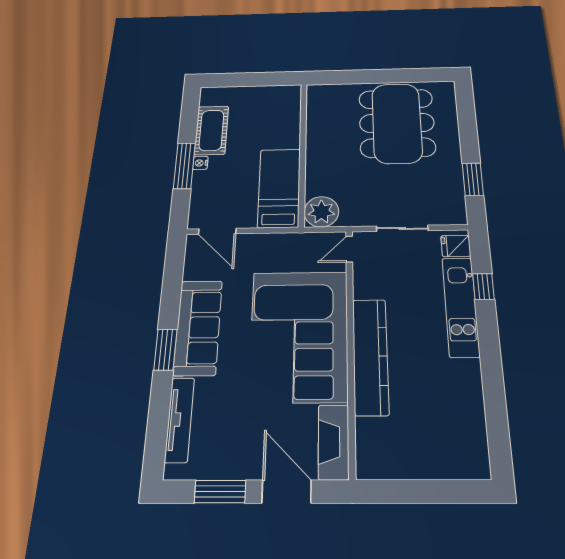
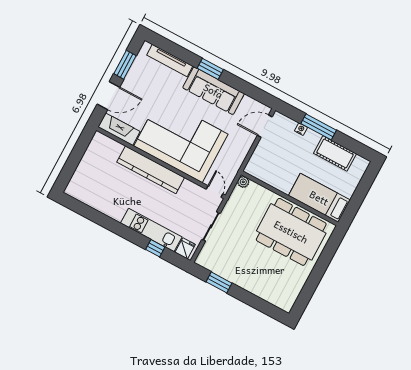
dining table: (397, 123) -> (291, 232), moved
nightstand: (200, 163) -> (301, 129), moved
bed: (279, 188) -> (319, 198), moved, turned 180
plant: (321, 212) -> (243, 182), width x0.53, depth x0.53

